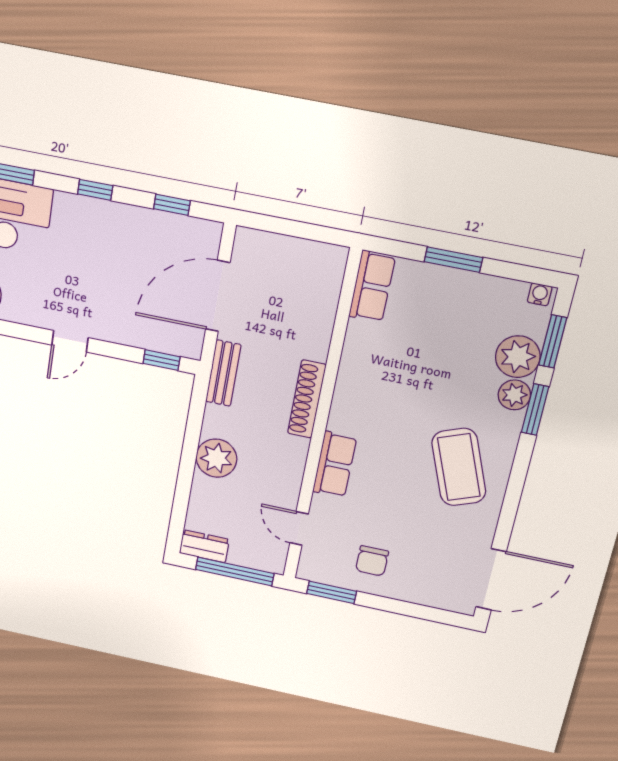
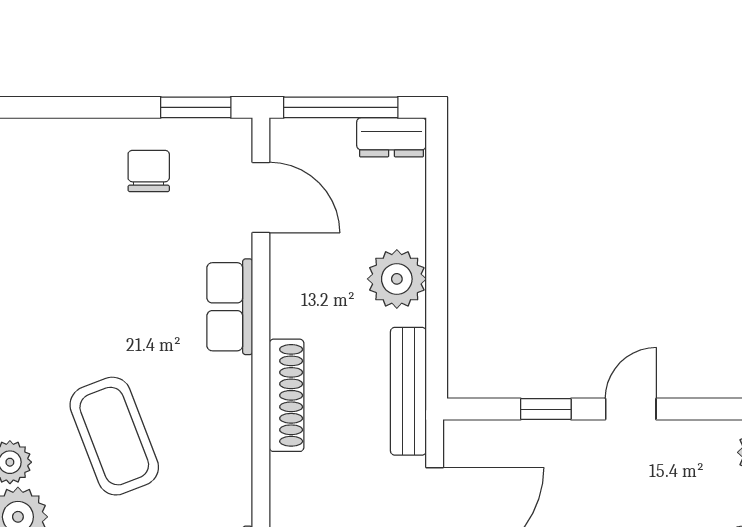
window: (162, 360) -> (546, 409), moved
bench: (223, 373) -> (408, 391), width x1.36
coffee table: (459, 467) -> (114, 436), moved
door: (299, 528) -> (261, 198), width x1.38

